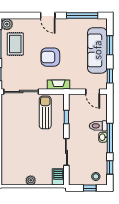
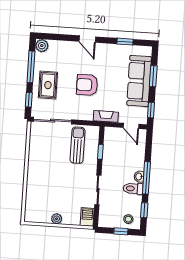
window: (82, 15) -> (125, 42), width x0.46
rug: (15, 44) -> (48, 85), moved
fireplace: (58, 85) -> (106, 116), moved
toilet: (98, 126) -> (133, 189), moved

